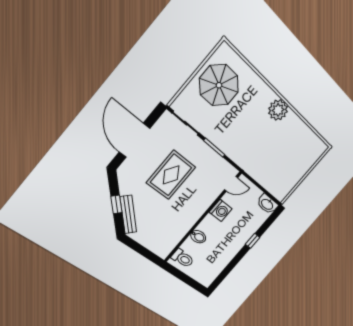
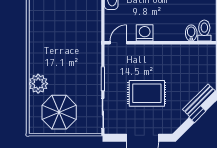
plant: (278, 110) -> (38, 84), moved
door: (231, 184) -> (118, 43), hinge flipped
bidet: (198, 237) -> (191, 33), moved

